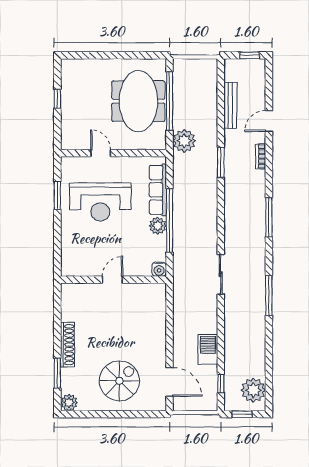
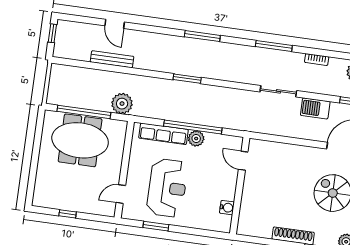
bench: (230, 105) -> (112, 59), moved
door: (101, 153) -> (121, 194), moved
bookcase: (261, 156) -> (317, 60), moved
window: (221, 162) -> (187, 79), moved
water cooler: (159, 269) -> (227, 208), moved
sliding door: (221, 274) -> (278, 91), moved
door: (113, 280) -> (243, 161), moved

